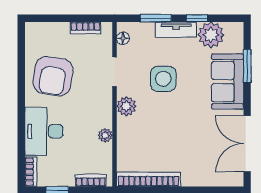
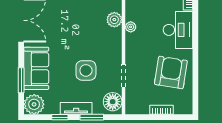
bookcase: (85, 28) -> (161, 110), moved
plant: (211, 35) -> (34, 104), moved
floor lamp: (123, 38) -> (113, 102), width x1.89, depth x1.89
plant: (126, 106) -> (114, 20), moved

